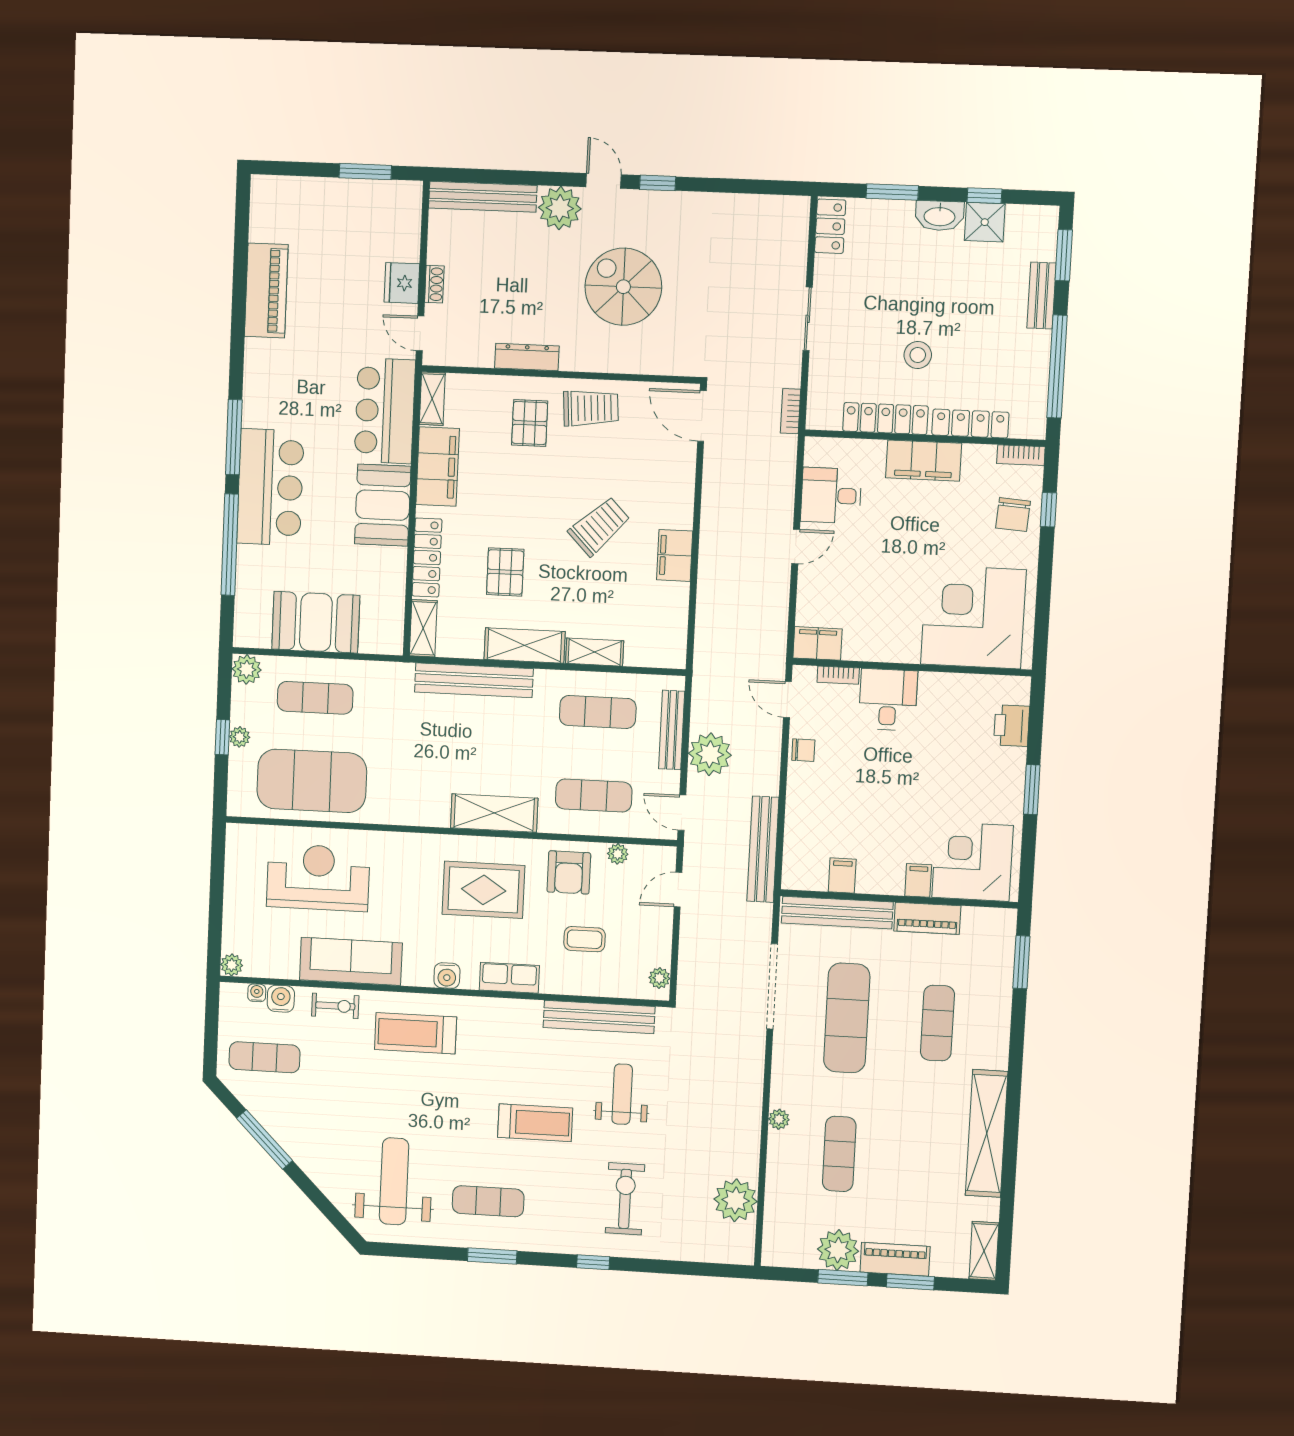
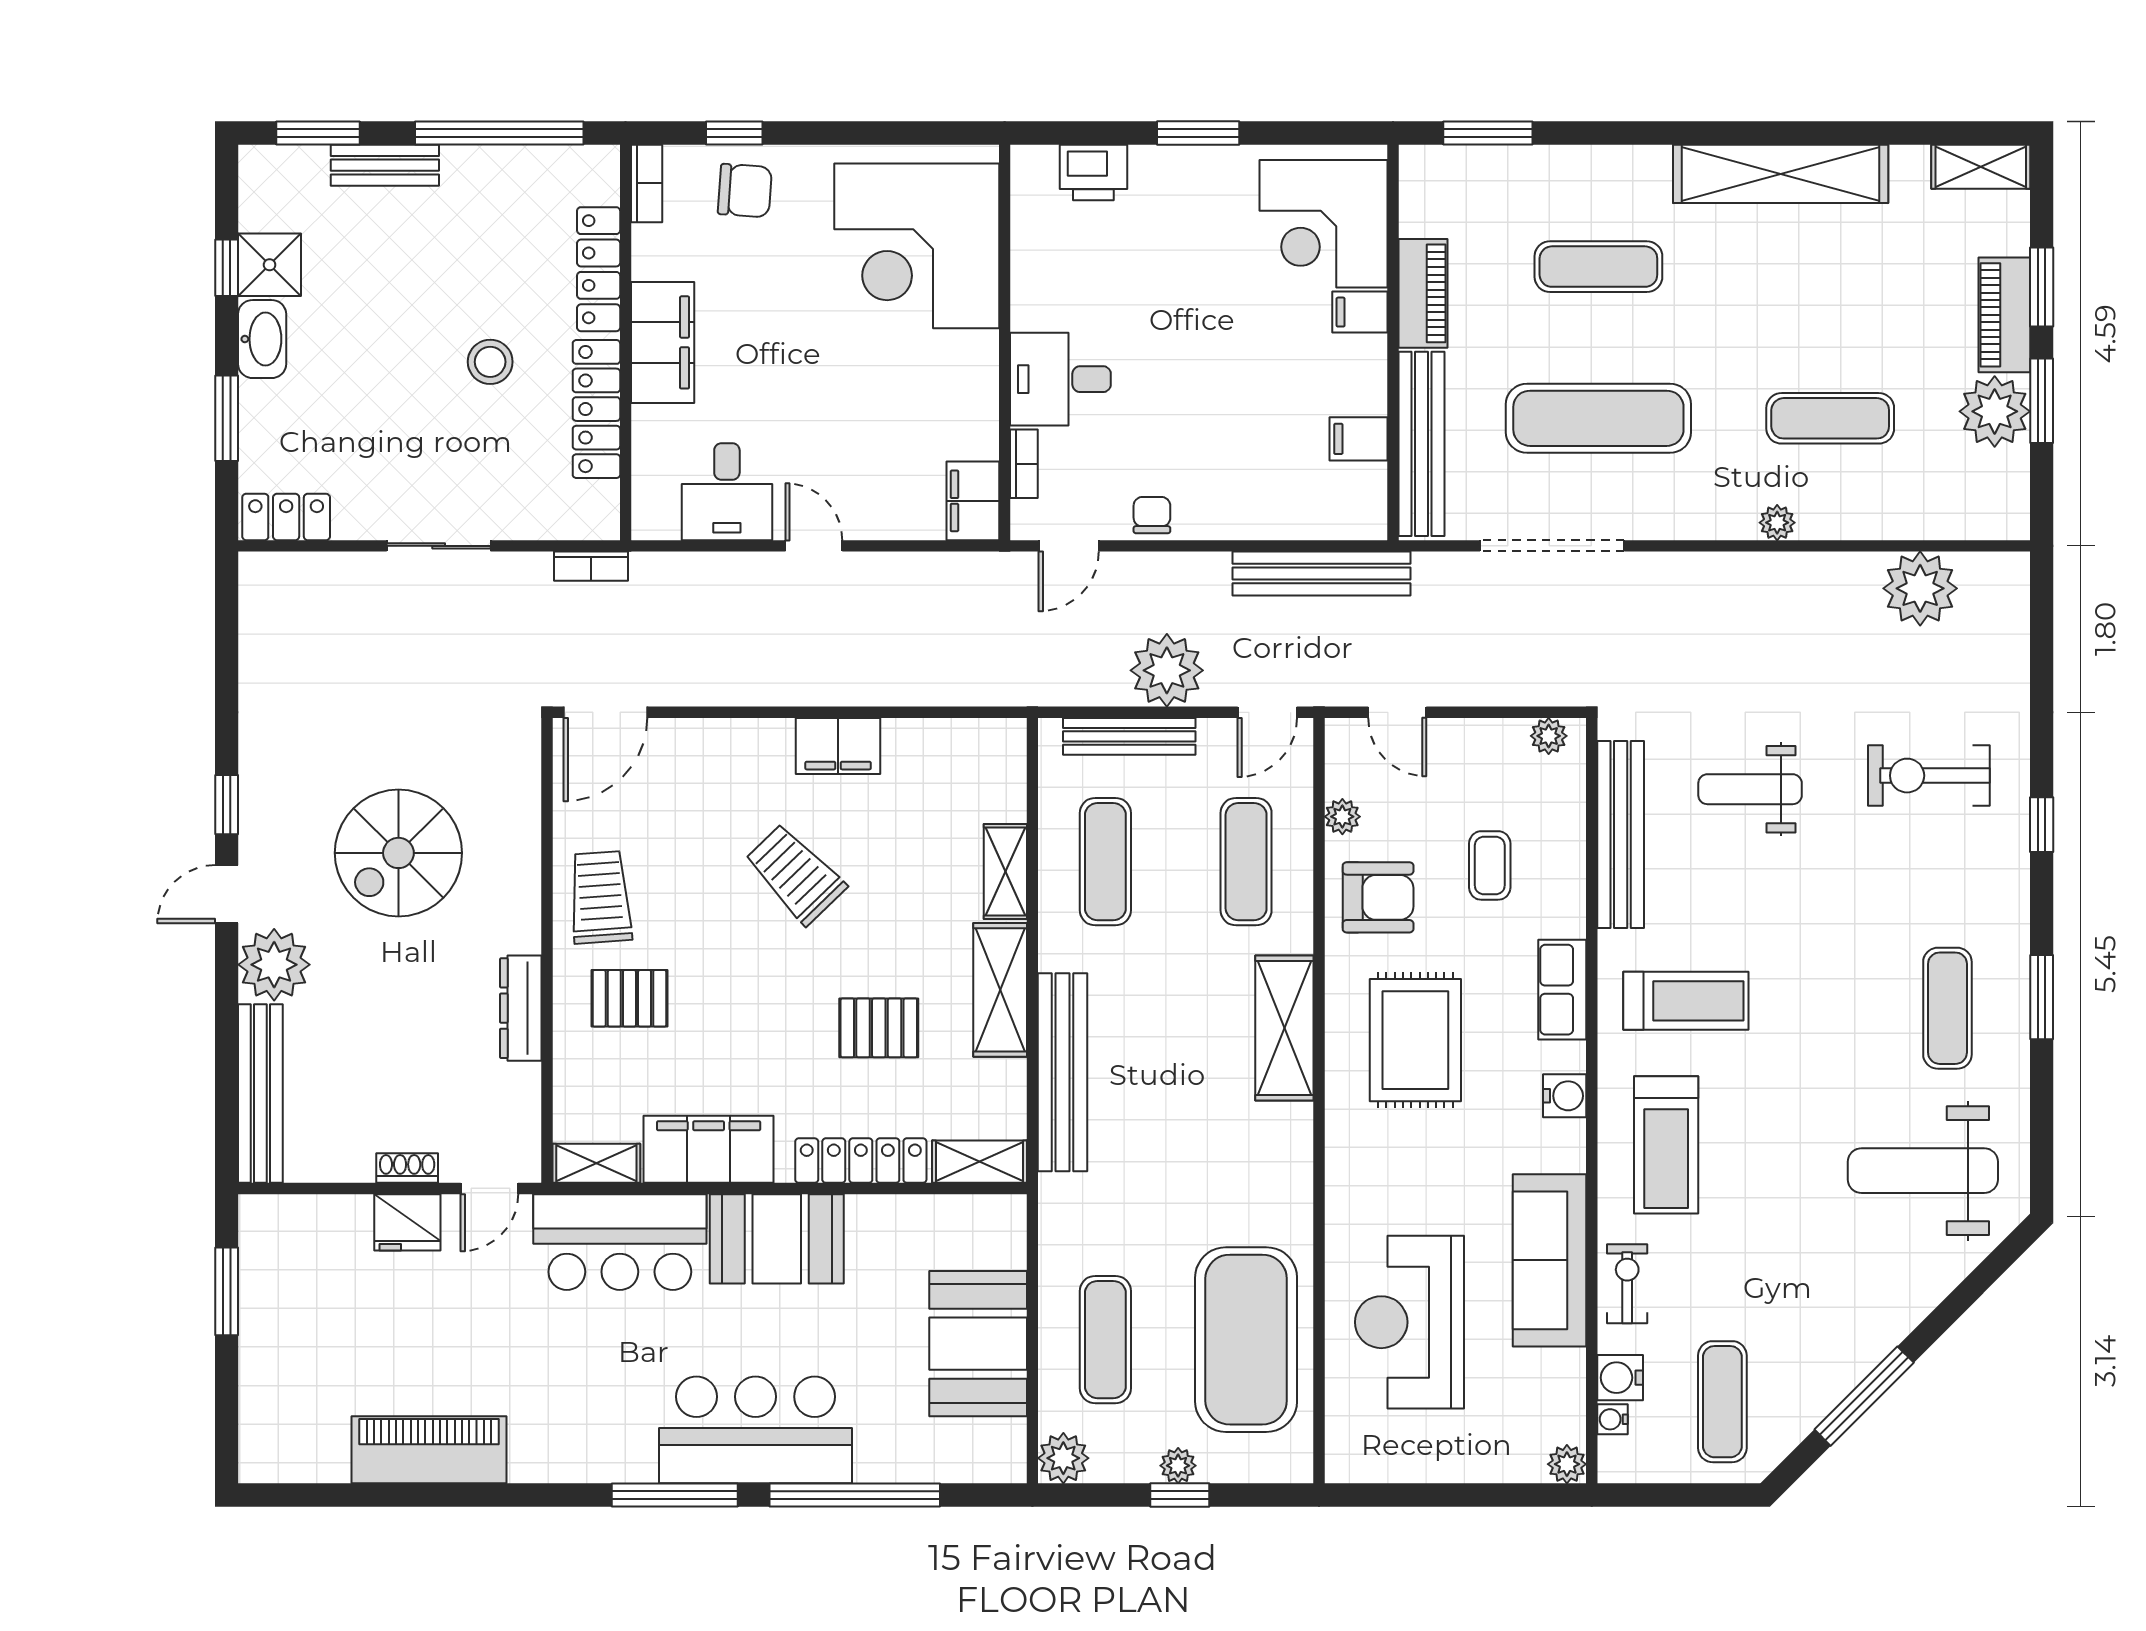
treadmill: (535, 1123) -> (1686, 1001), moved, turned 90

